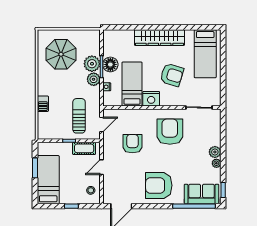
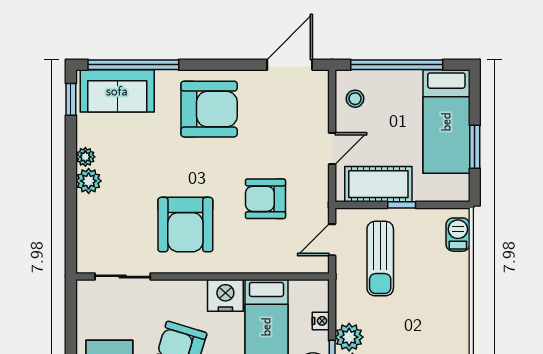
barbecue: (43, 104) -> (458, 235), moved
armchair: (132, 144) -> (265, 199), turned 90
cot: (84, 148) -> (378, 184), width x1.37, depth x1.34
window: (71, 206) -> (397, 65), width x3.17

